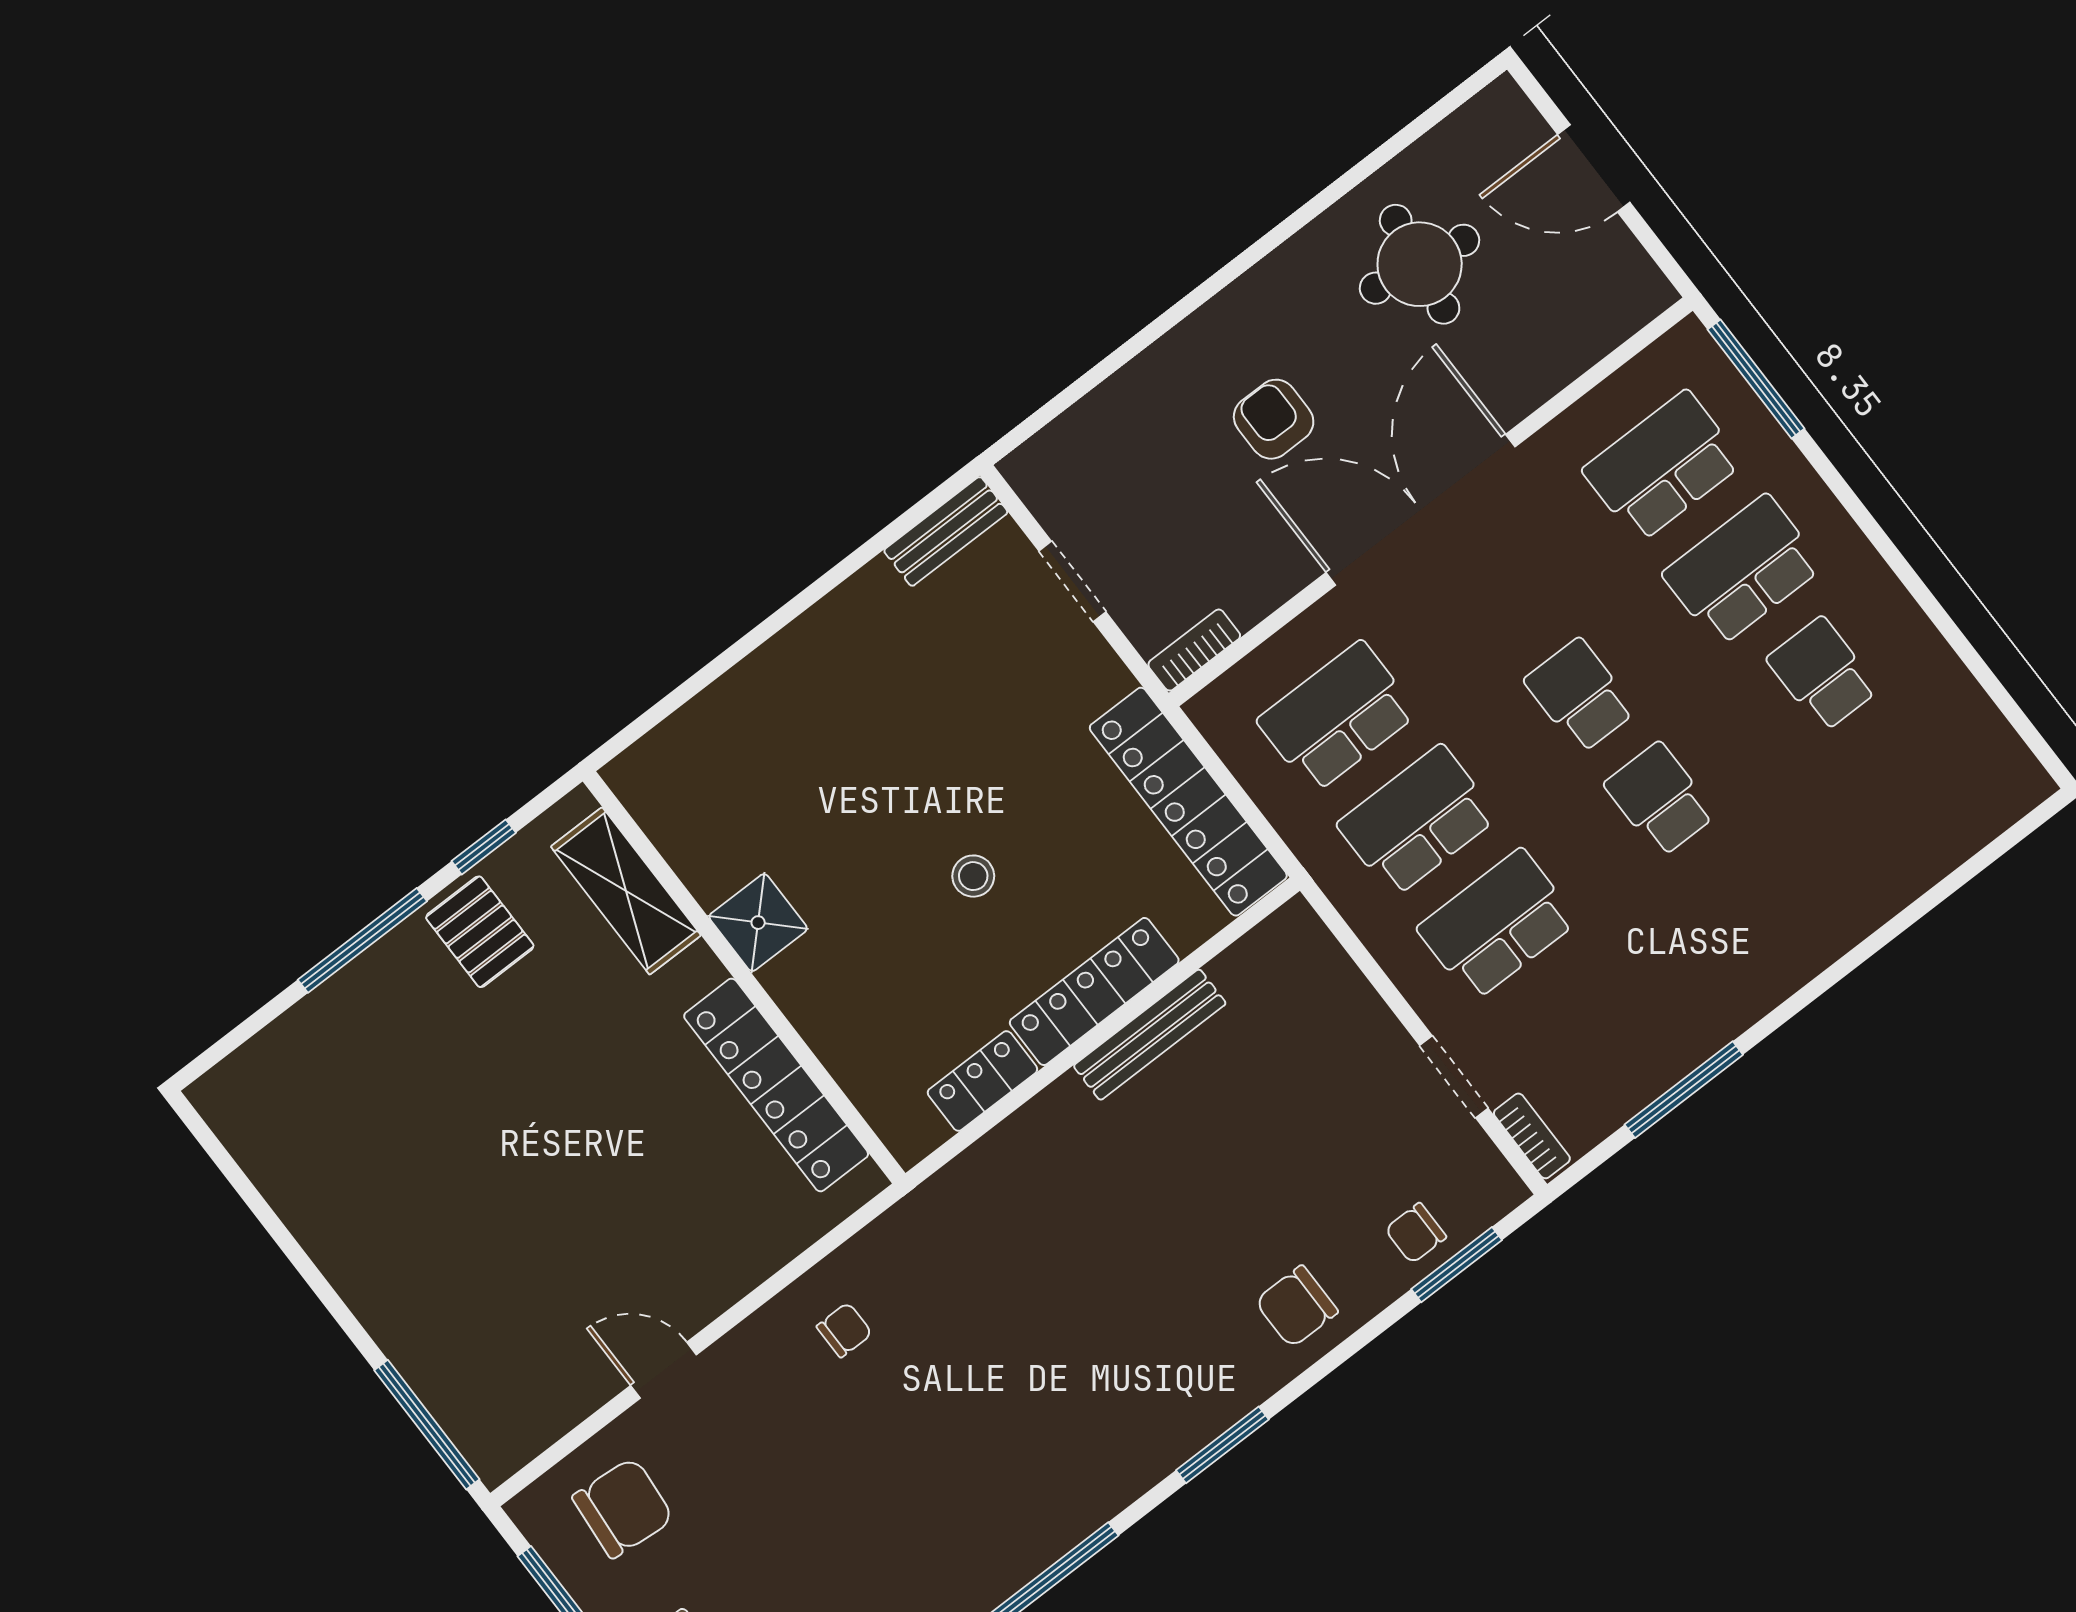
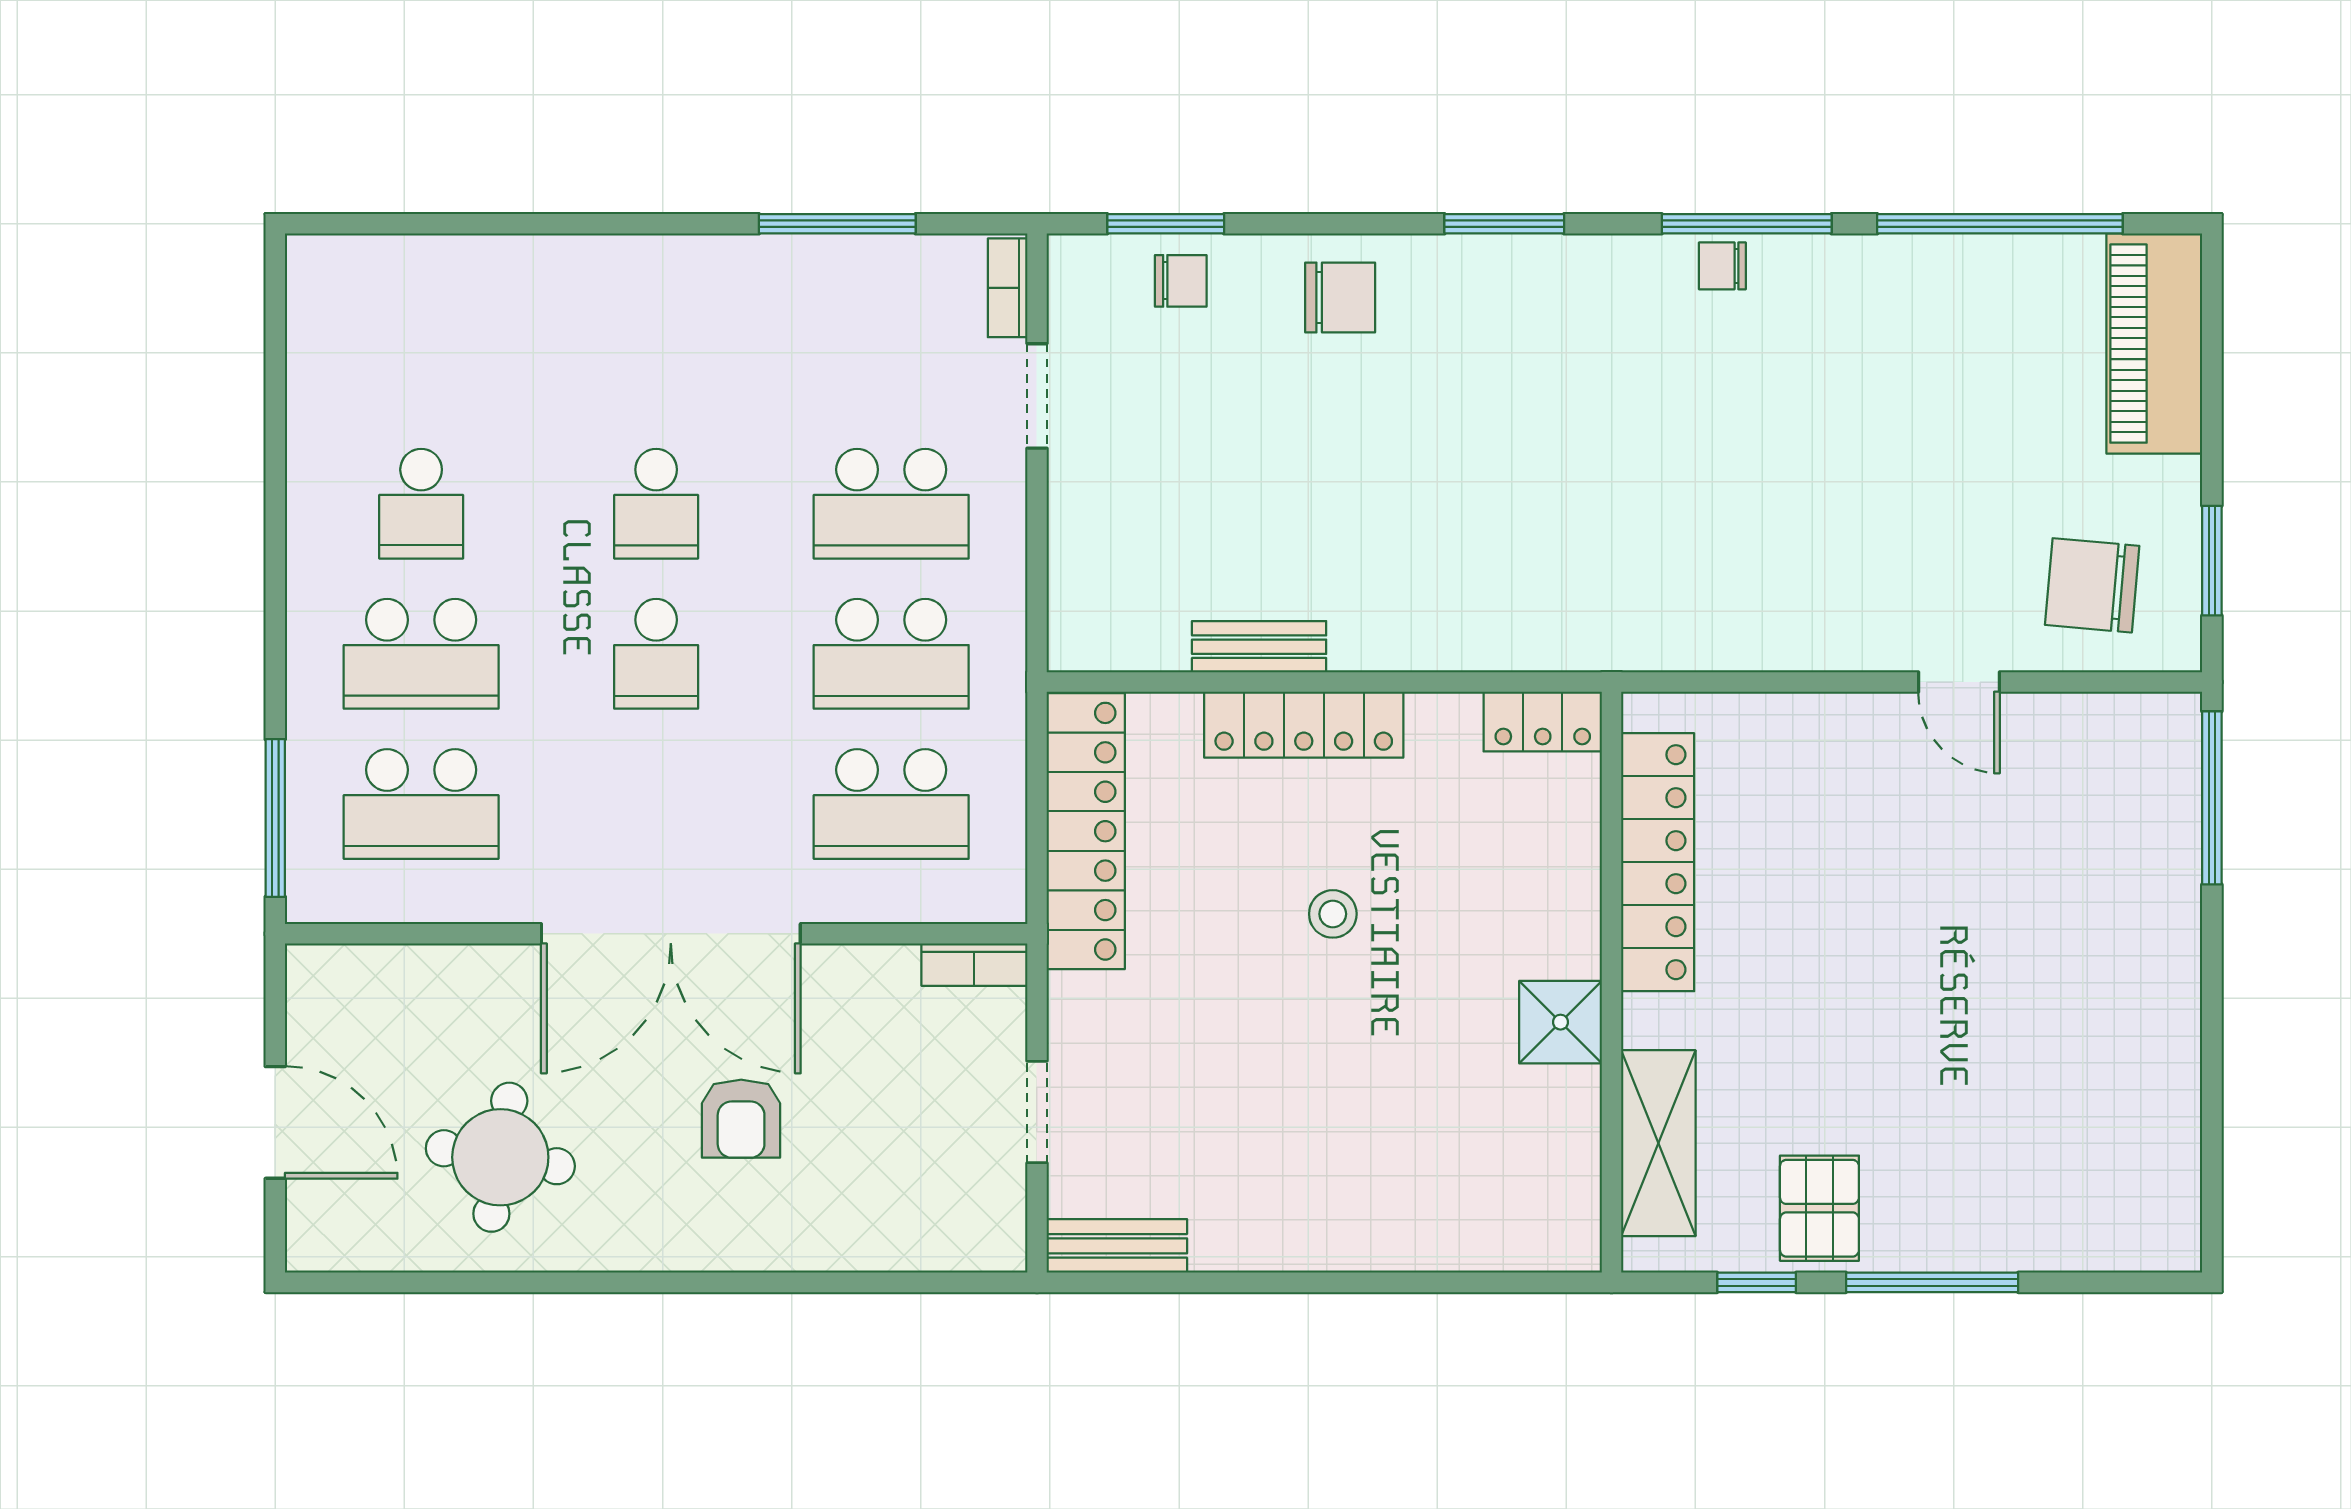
bench: (1150, 1035) -> (1259, 647), width x0.73
locker: (982, 1081) -> (1543, 722), moved
chair: (844, 1330) -> (1722, 266), moved

